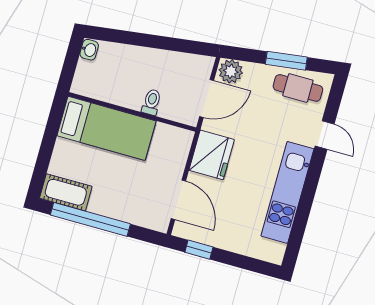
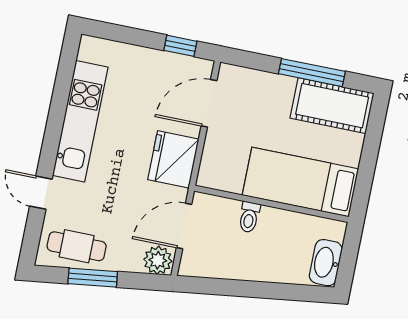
washbasin: (89, 50) -> (326, 263), width x1.91, depth x1.45
cot: (66, 192) -> (332, 106), width x1.37, depth x1.34
door: (178, 200) -> (209, 103), hinge flipped
window: (90, 219) -> (312, 73), width x0.68

